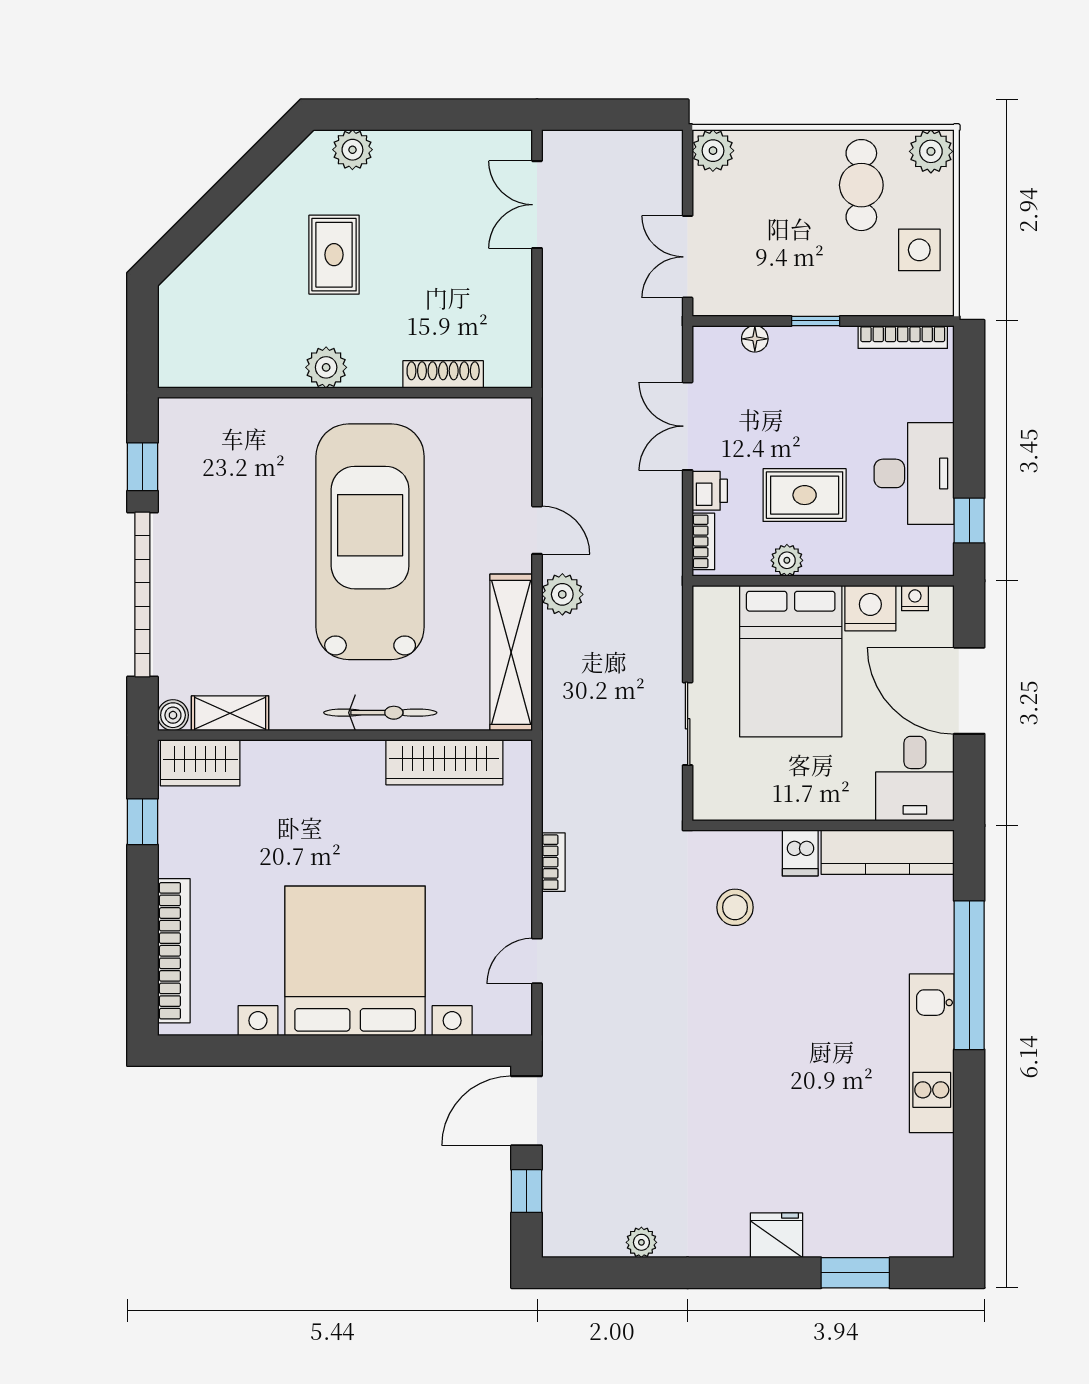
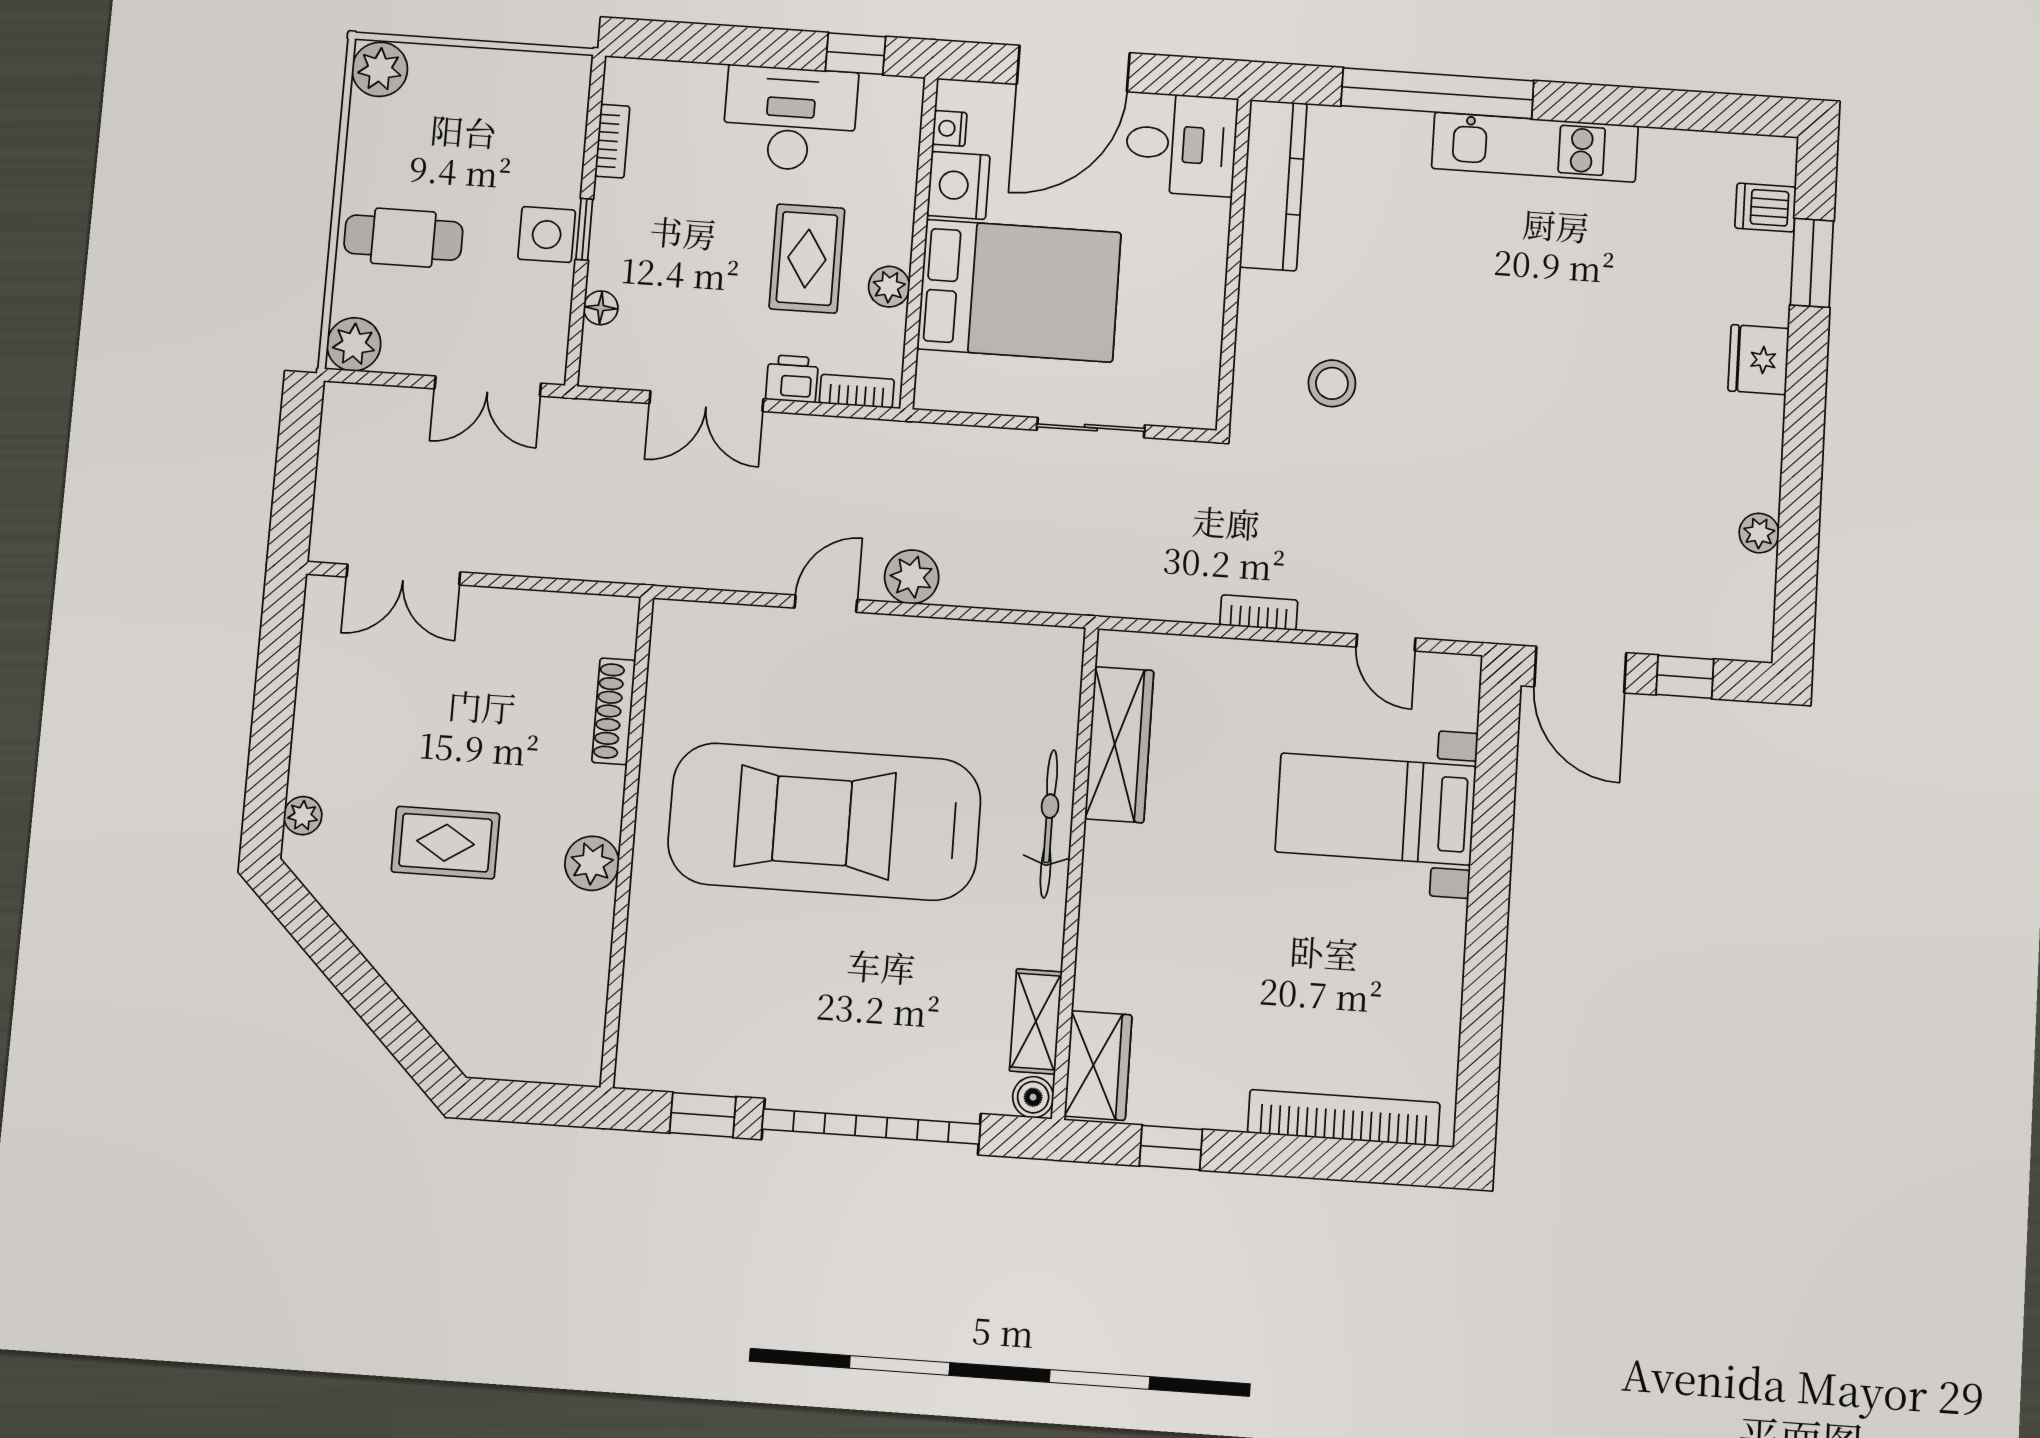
plant: (352, 150) -> (303, 816), width x0.73, depth x0.73
cafe table: (861, 185) -> (403, 238), moved
side table: (919, 250) -> (547, 235), moved
bookcase: (903, 337) -> (612, 141), width x0.64
shelving: (511, 652) -> (982, 648), removed
dishwasher: (800, 853) -> (1765, 208), moved, turned 180
bed with nightstands: (355, 961) -> (1376, 809), width x0.54

